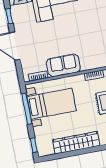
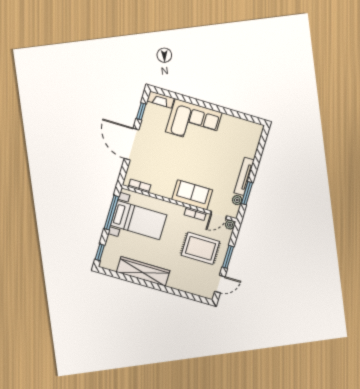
sofa: (63, 65) -> (192, 195), moved

